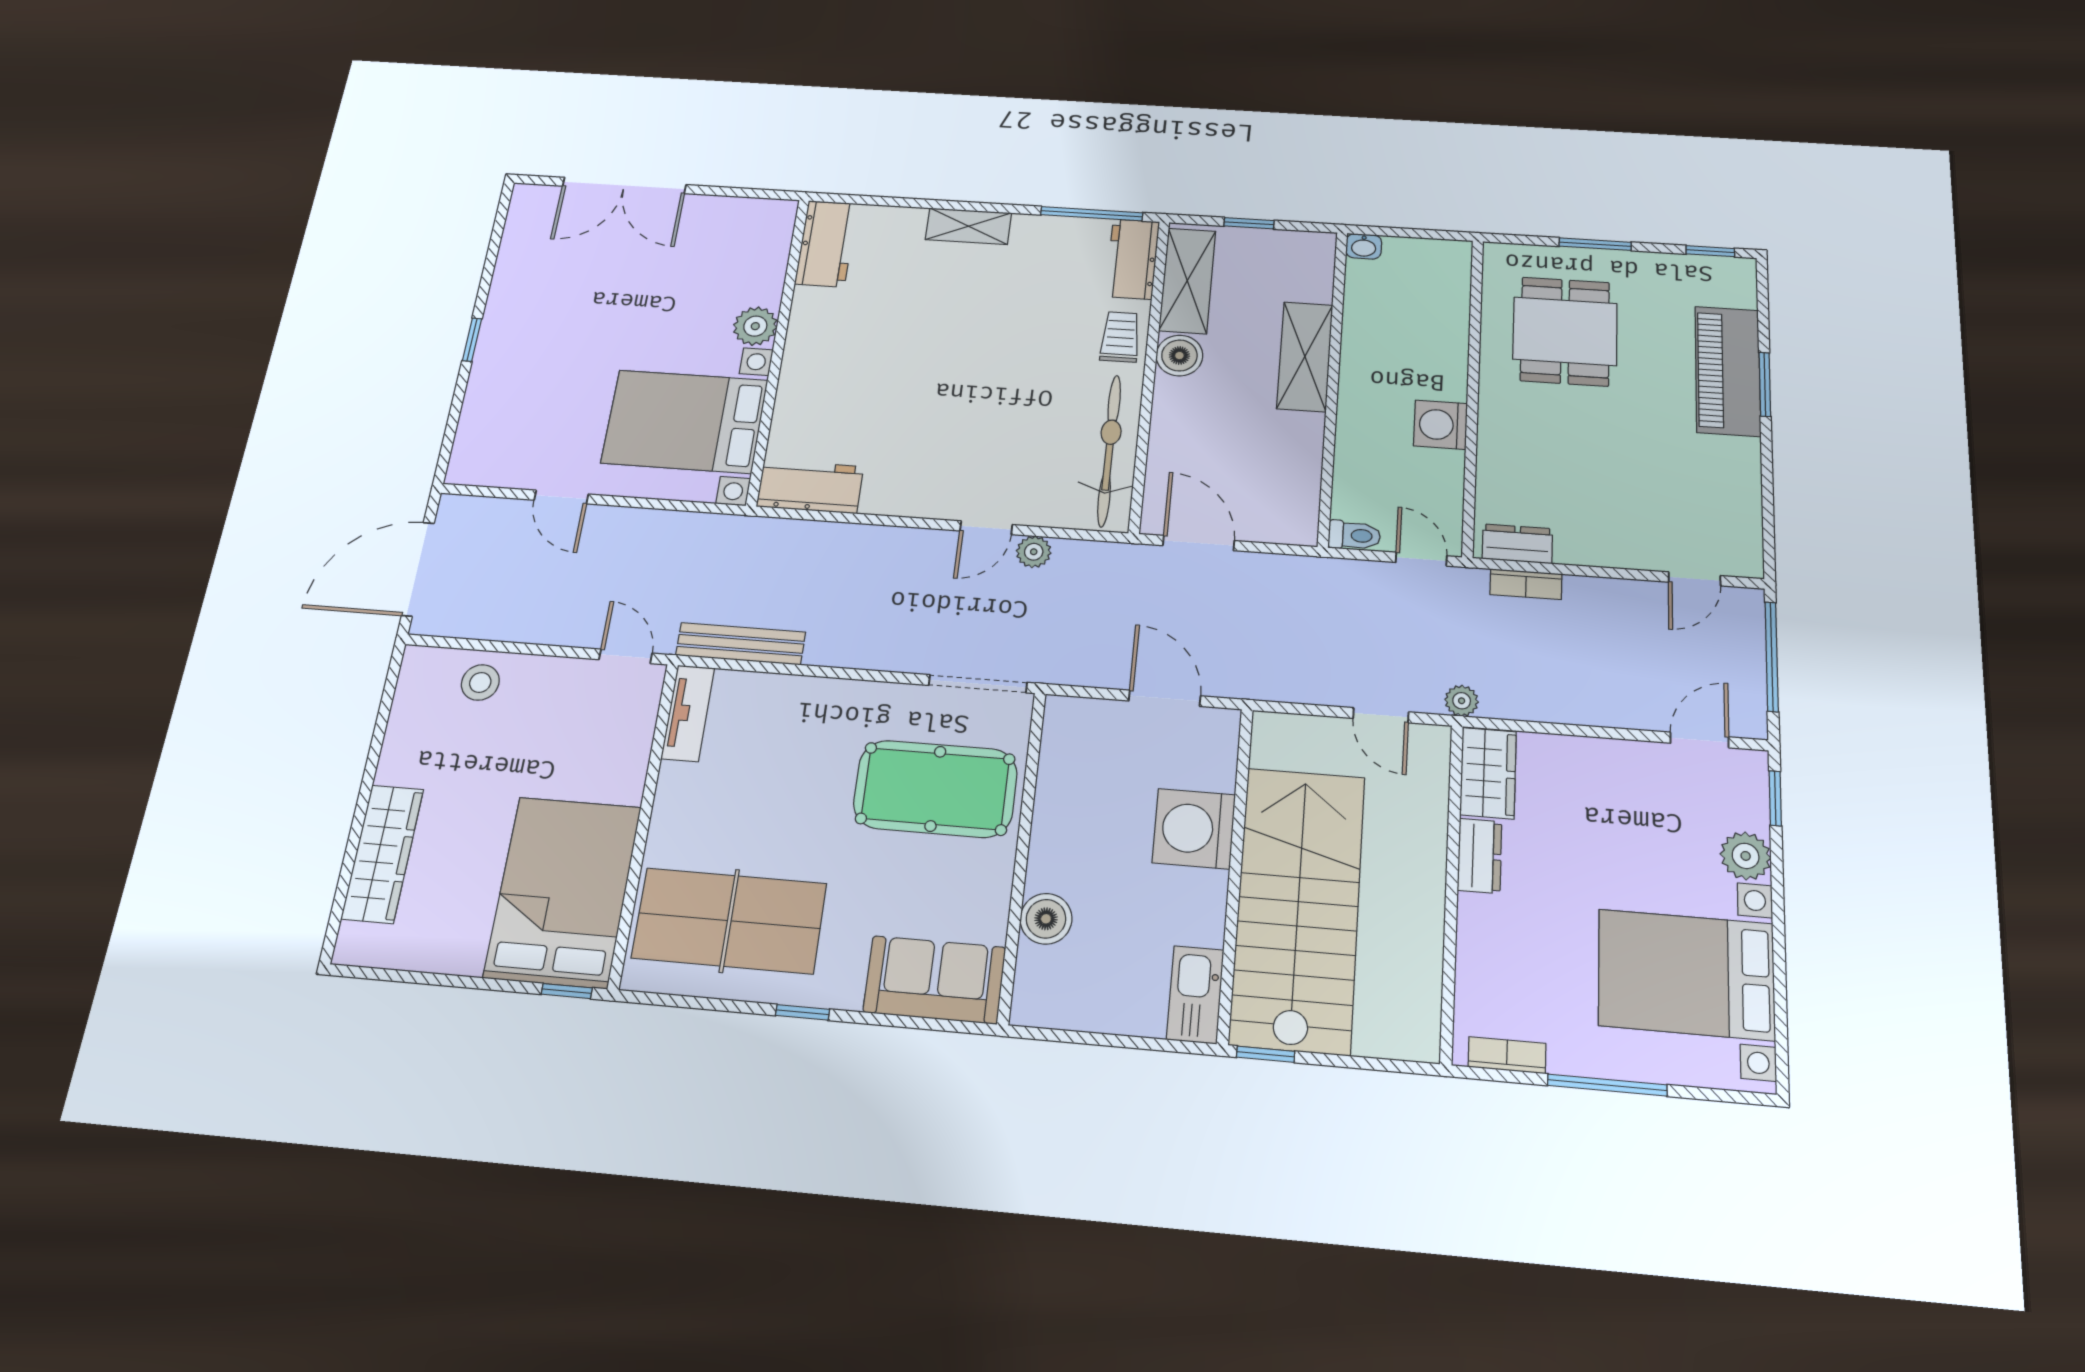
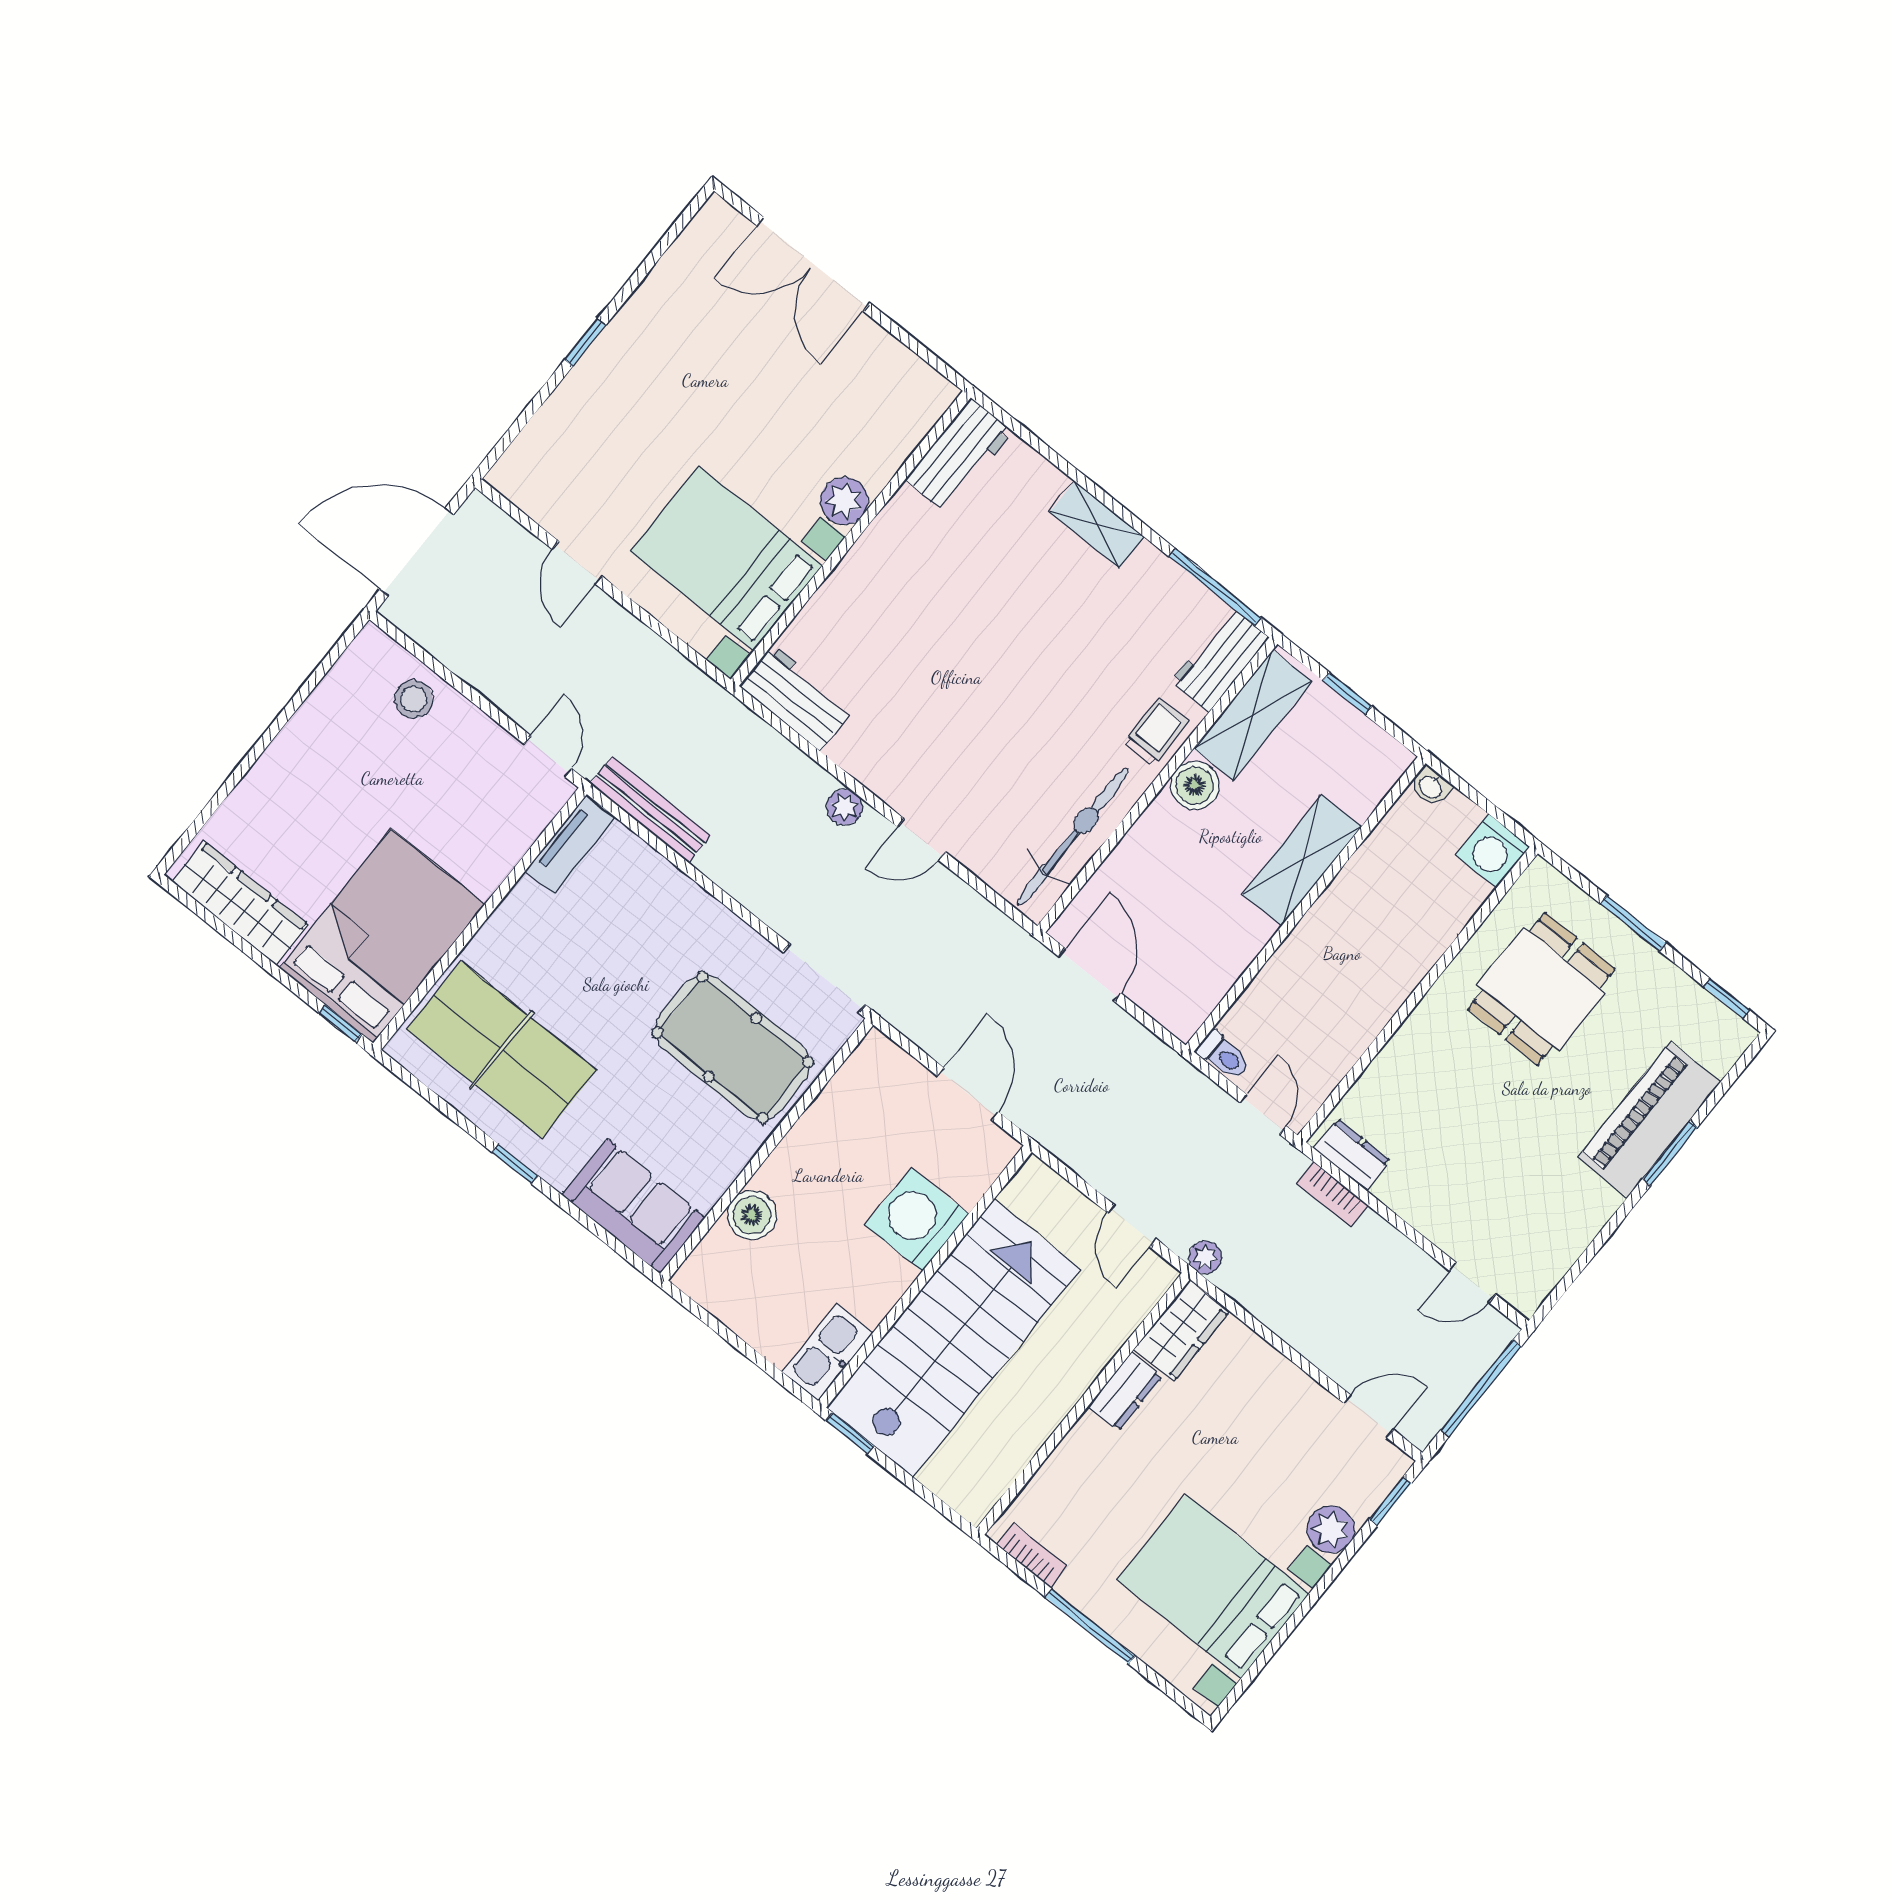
washing machine: (1441, 425) -> (1493, 851), moved, turned -90
plant: (1034, 552) -> (845, 807), moved
wardrobe: (382, 854) -> (240, 903), moved, turned -90

